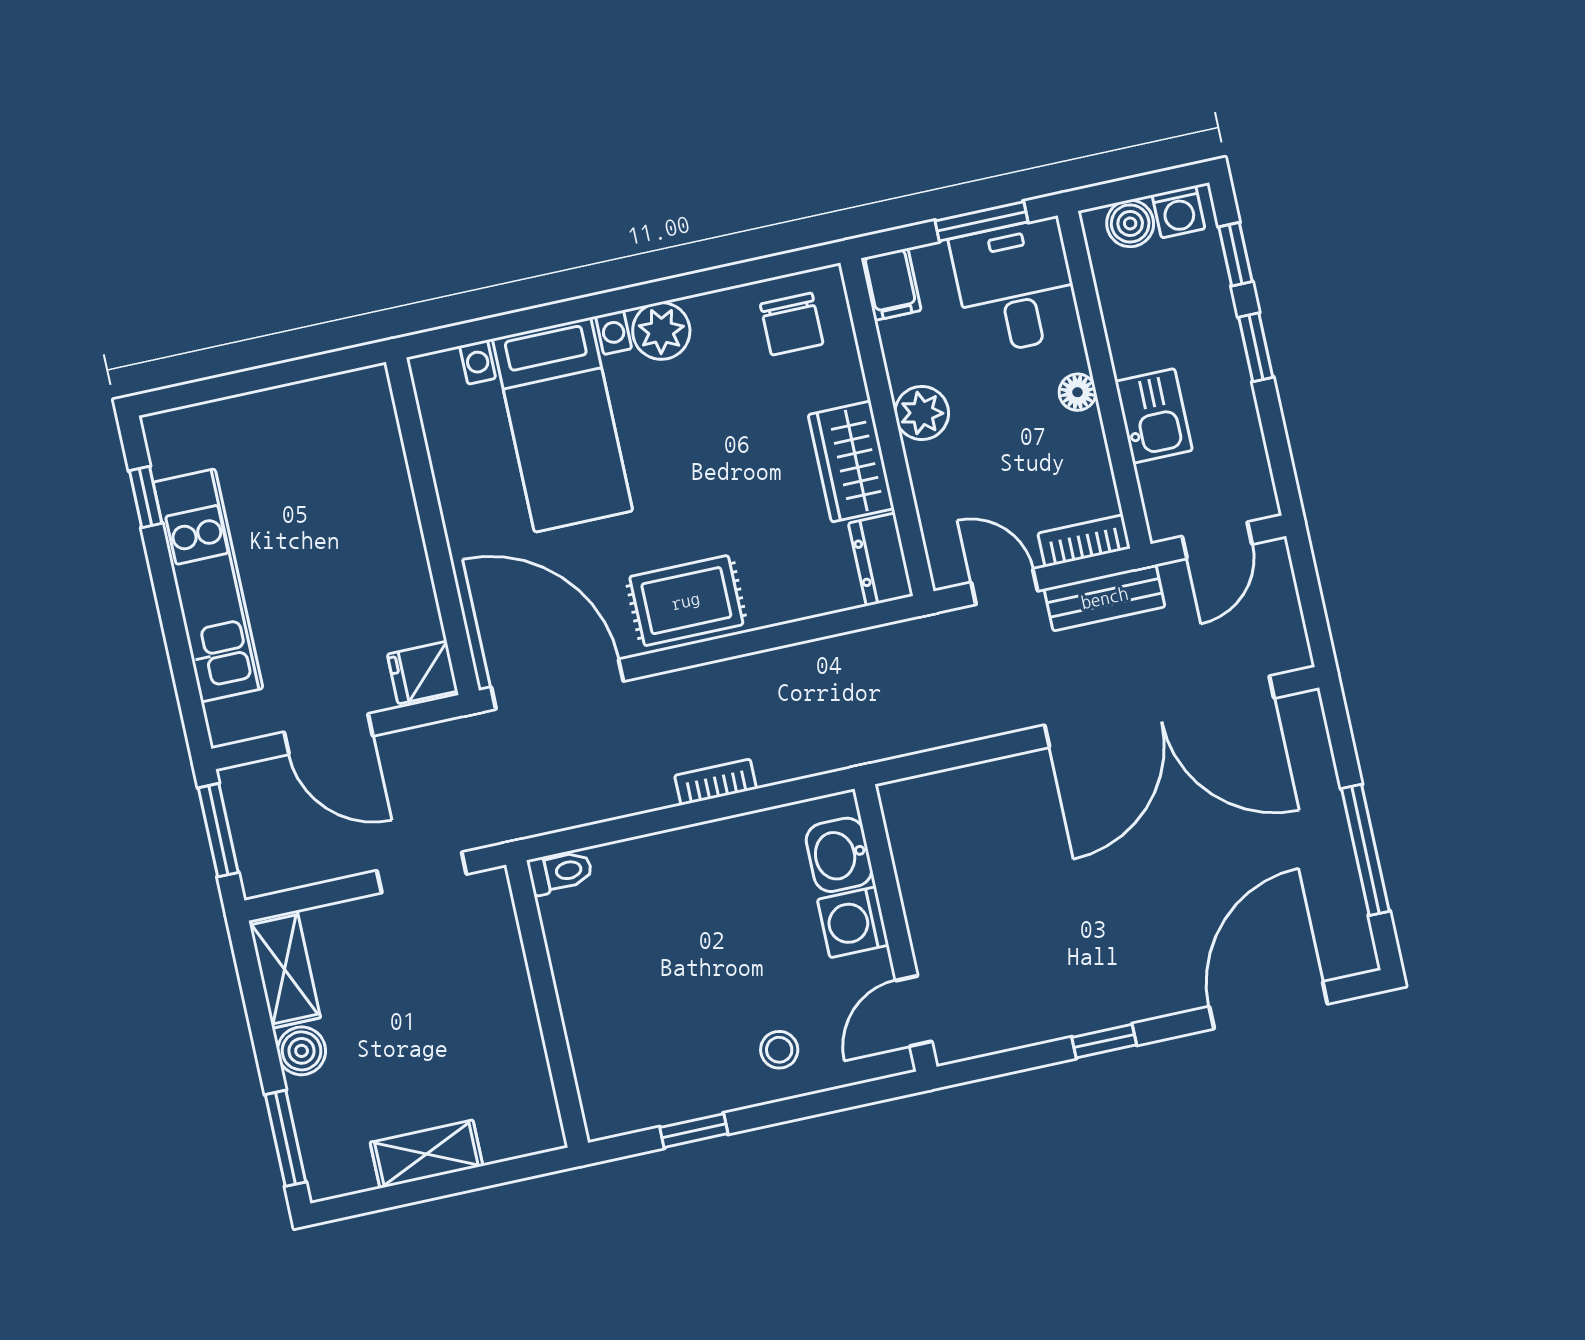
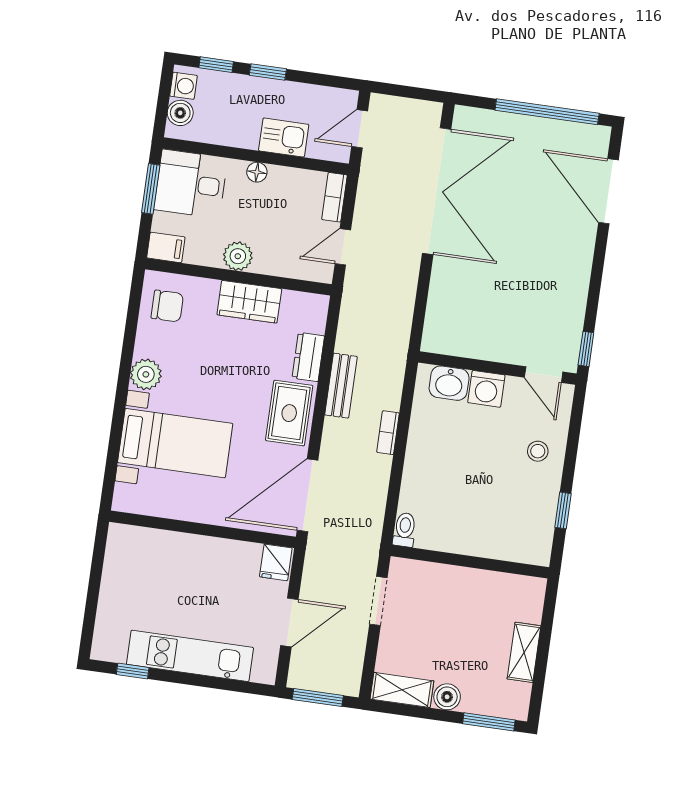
door: (1217, 540) -> (360, 129), swing flipped
dresser: (881, 559) -> (308, 357), moved, turned 90
bench: (1105, 598) -> (341, 386), moved
window: (1365, 850) -> (547, 112), width x1.46
window: (1104, 1041) -> (586, 349), moved

